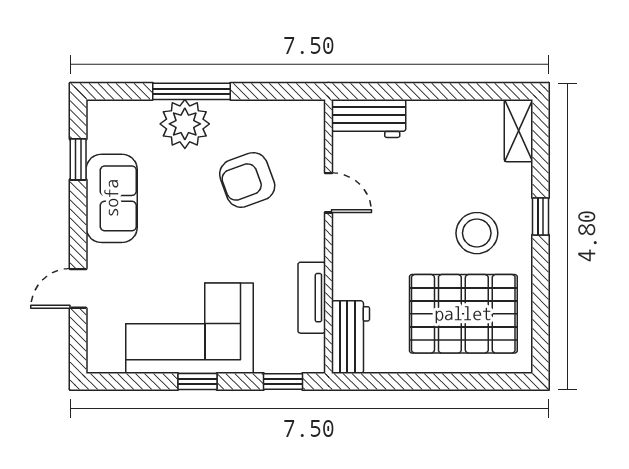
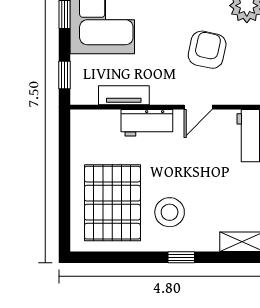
armchair: (247, 180) -> (207, 50), turned 32
workbench: (350, 337) -> (147, 123), moved

